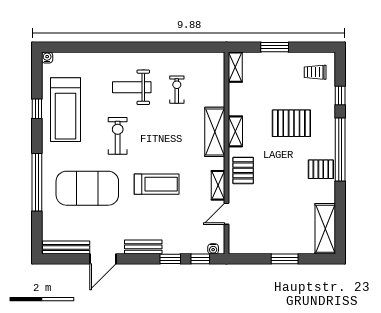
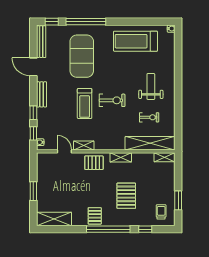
window: (275, 47) -> (178, 200), moved
window: (37, 109) -> (52, 22), moved
shelving: (215, 132) -> (150, 143), moved, width x1.47
exercise bike: (118, 136) -> (112, 100), moved

